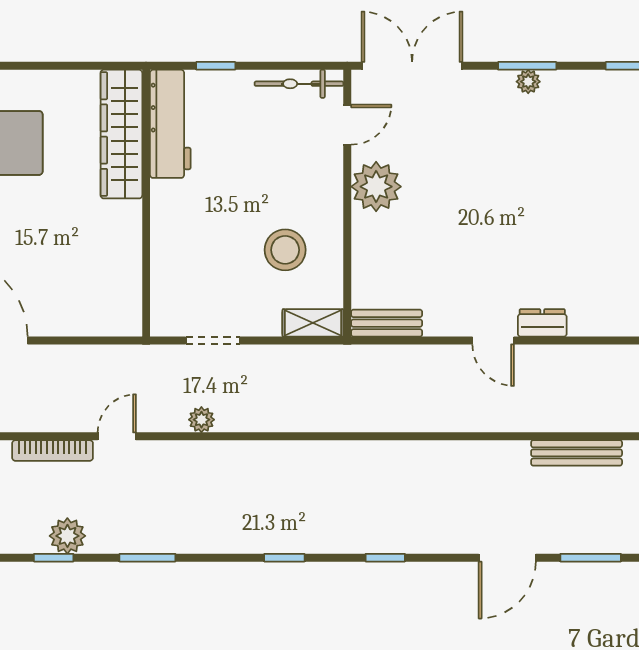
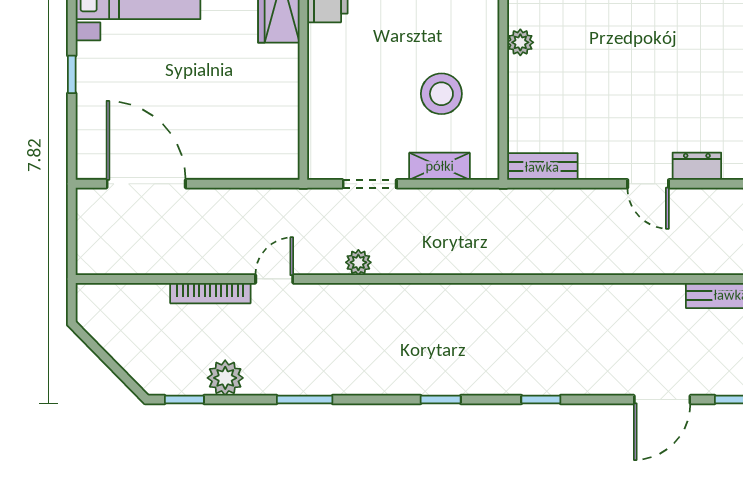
plant: (376, 187) -> (520, 42), width x0.53, depth x0.53
shelving: (313, 323) -> (440, 166), moved
window: (54, 558) -> (184, 400), moved

